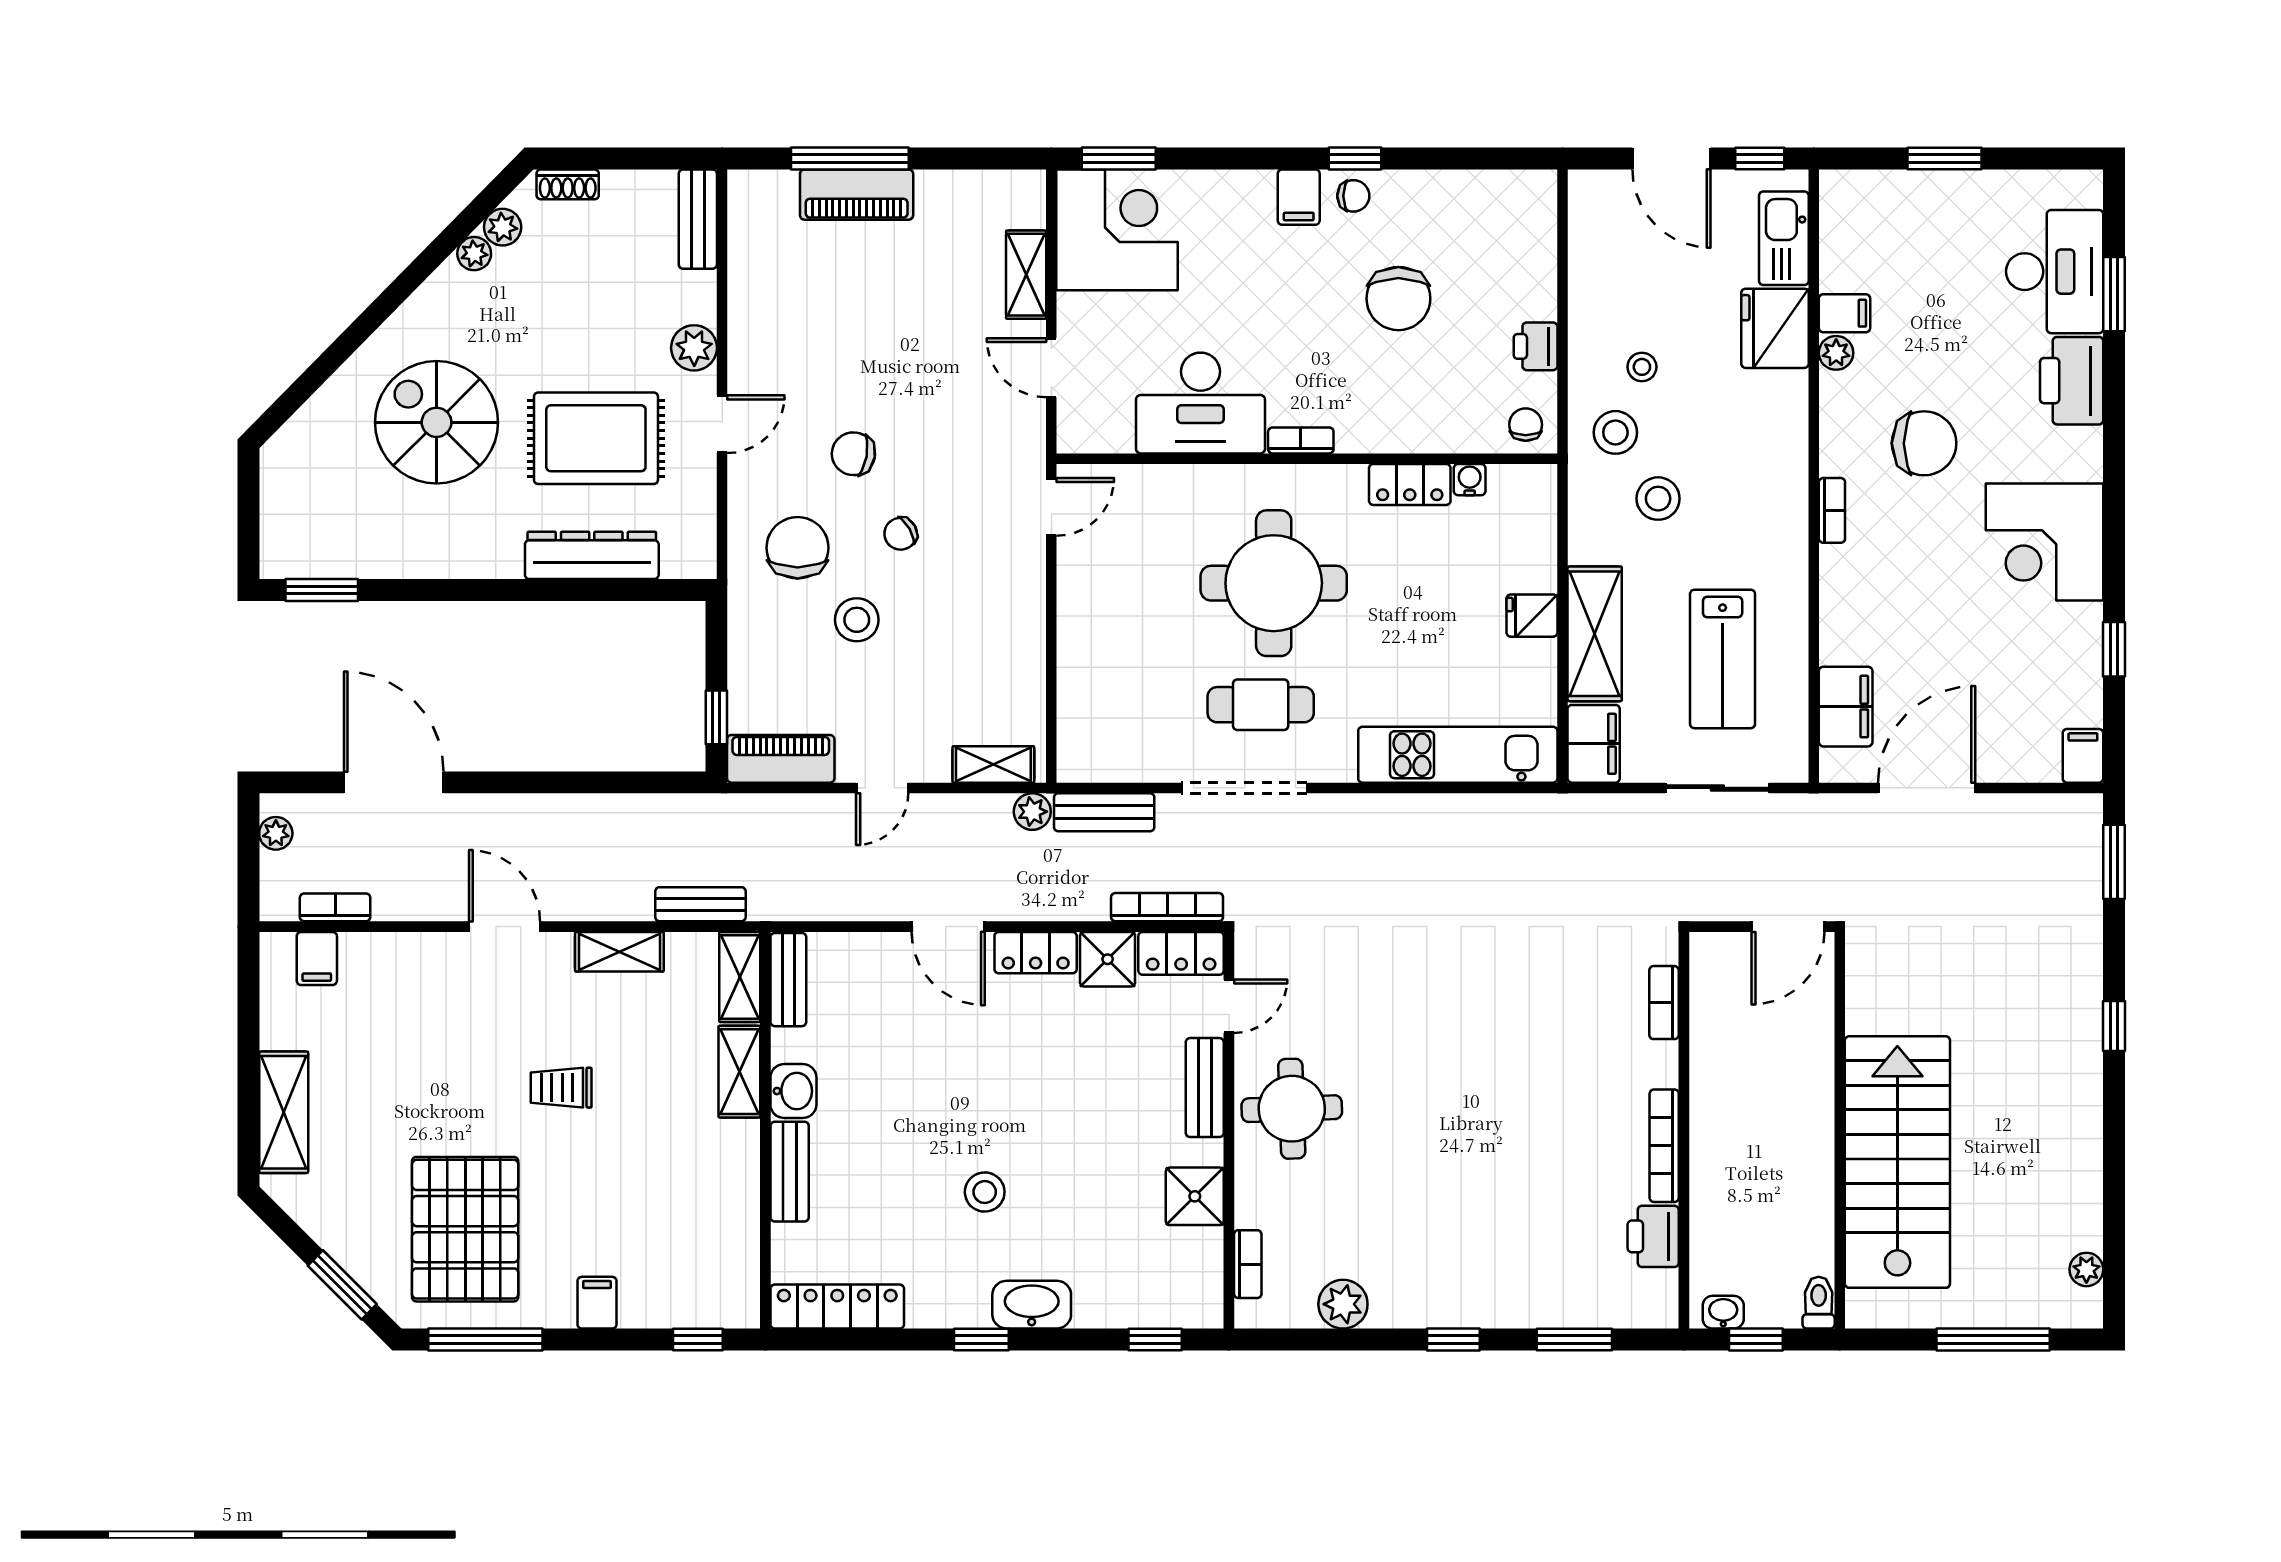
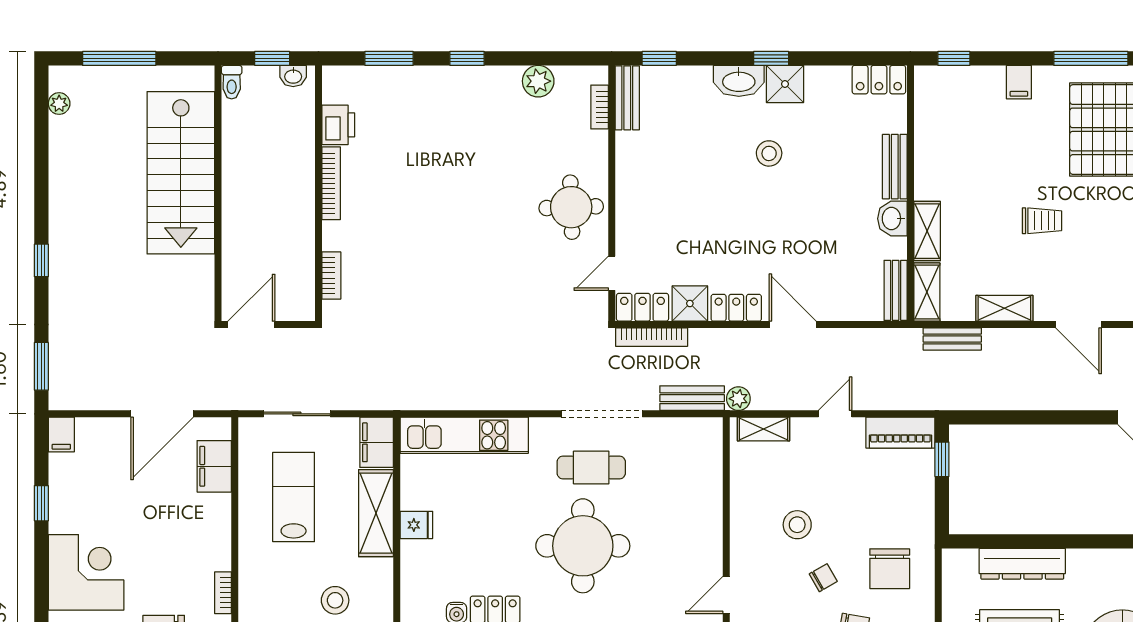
stool: (857, 620) -> (797, 525), moved
bench: (1205, 1088) -> (627, 98), moved
shower: (1195, 1196) -> (785, 84), moved
locker: (837, 1307) -> (879, 80), width x0.66

